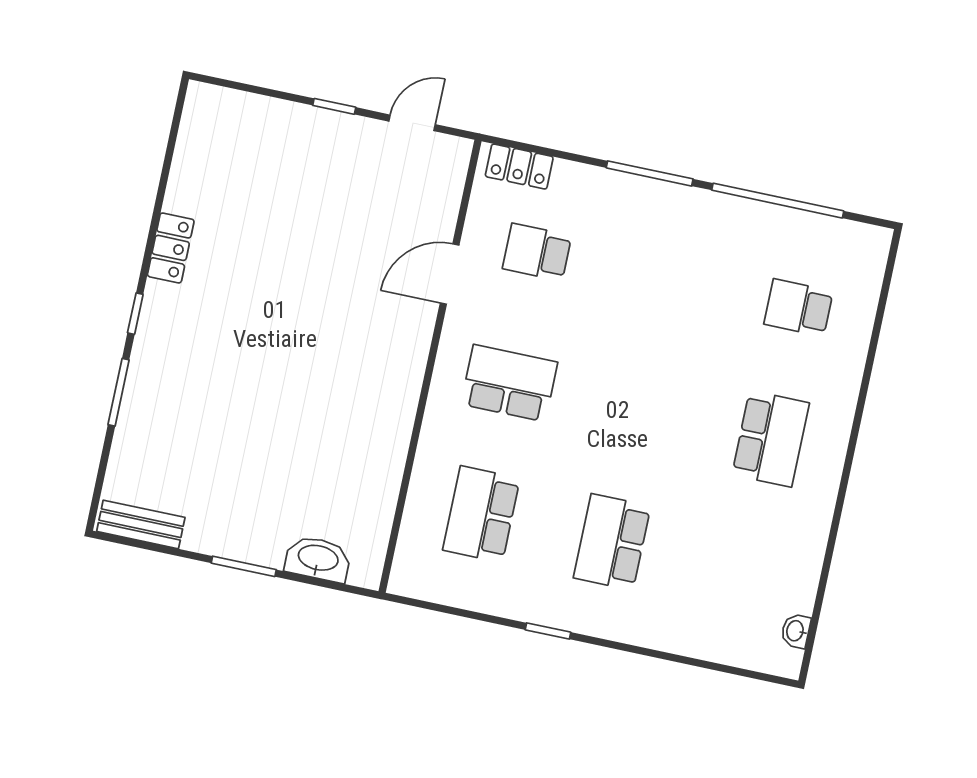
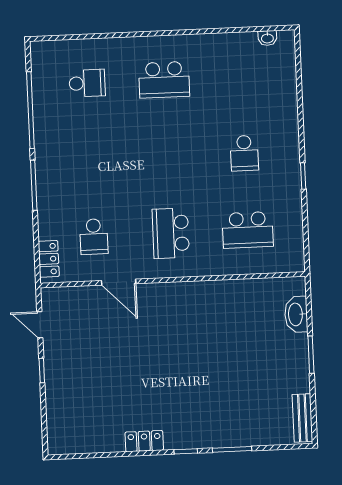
school desk: (798, 308) -> (87, 83), turned -90
school desk: (771, 439) -> (164, 80), turned 180
school desk: (612, 542) -> (244, 153), width x0.54

